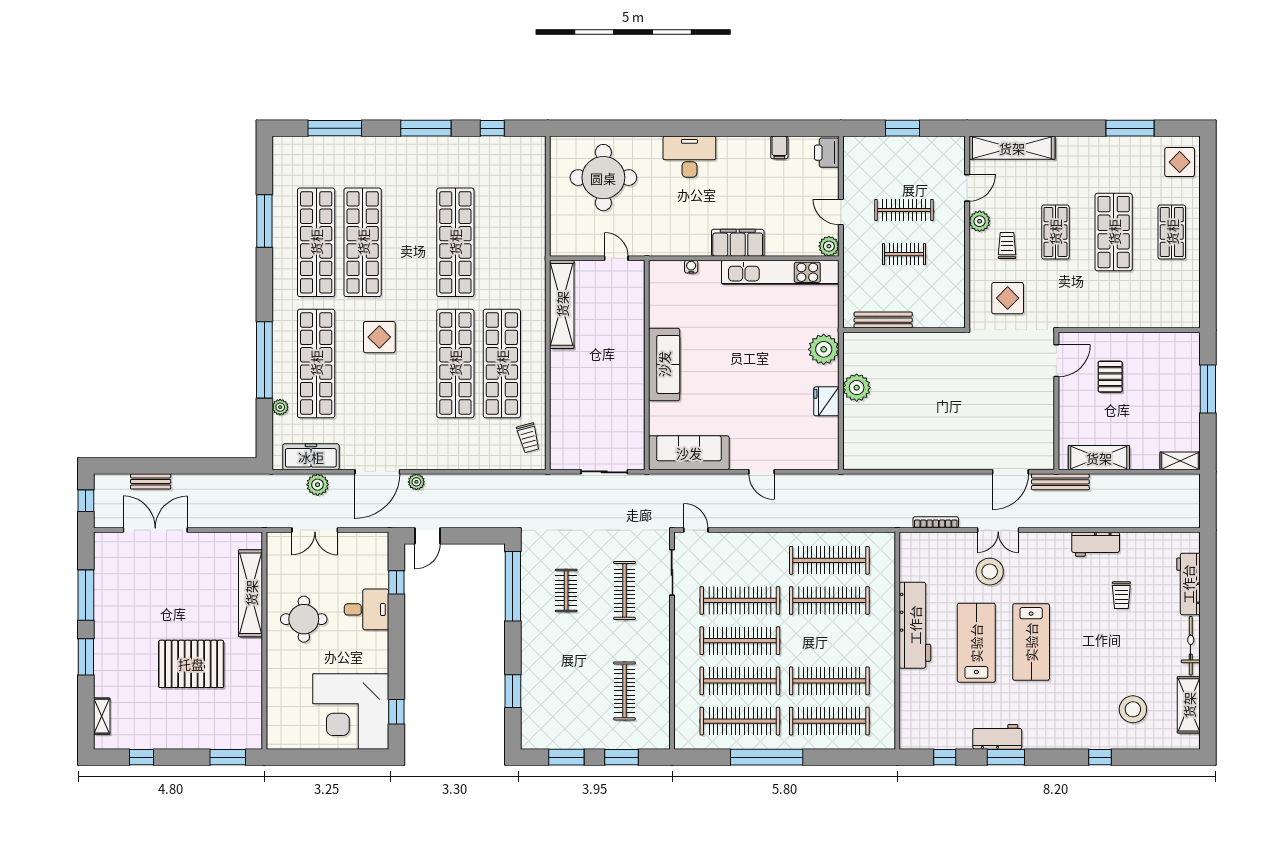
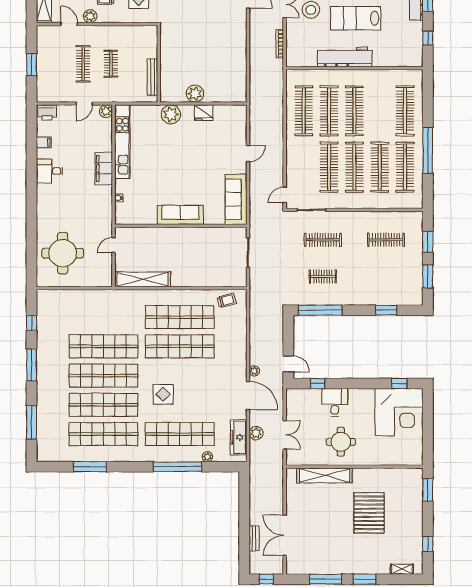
desk: (689, 157) -> (50, 171), moved, width x0.73
shop shelf: (409, 242) -> (103, 376), added
clothes rail: (829, 681) -> (354, 111), moved

